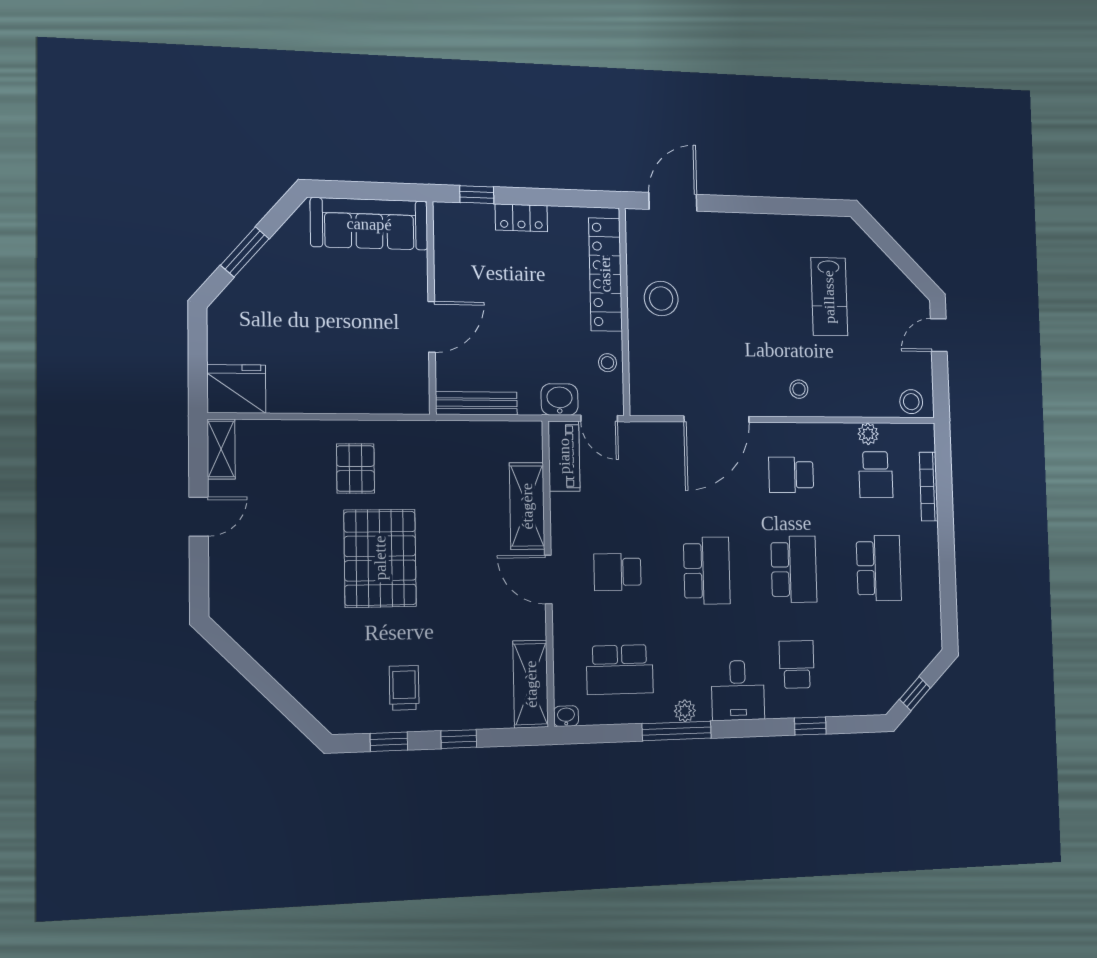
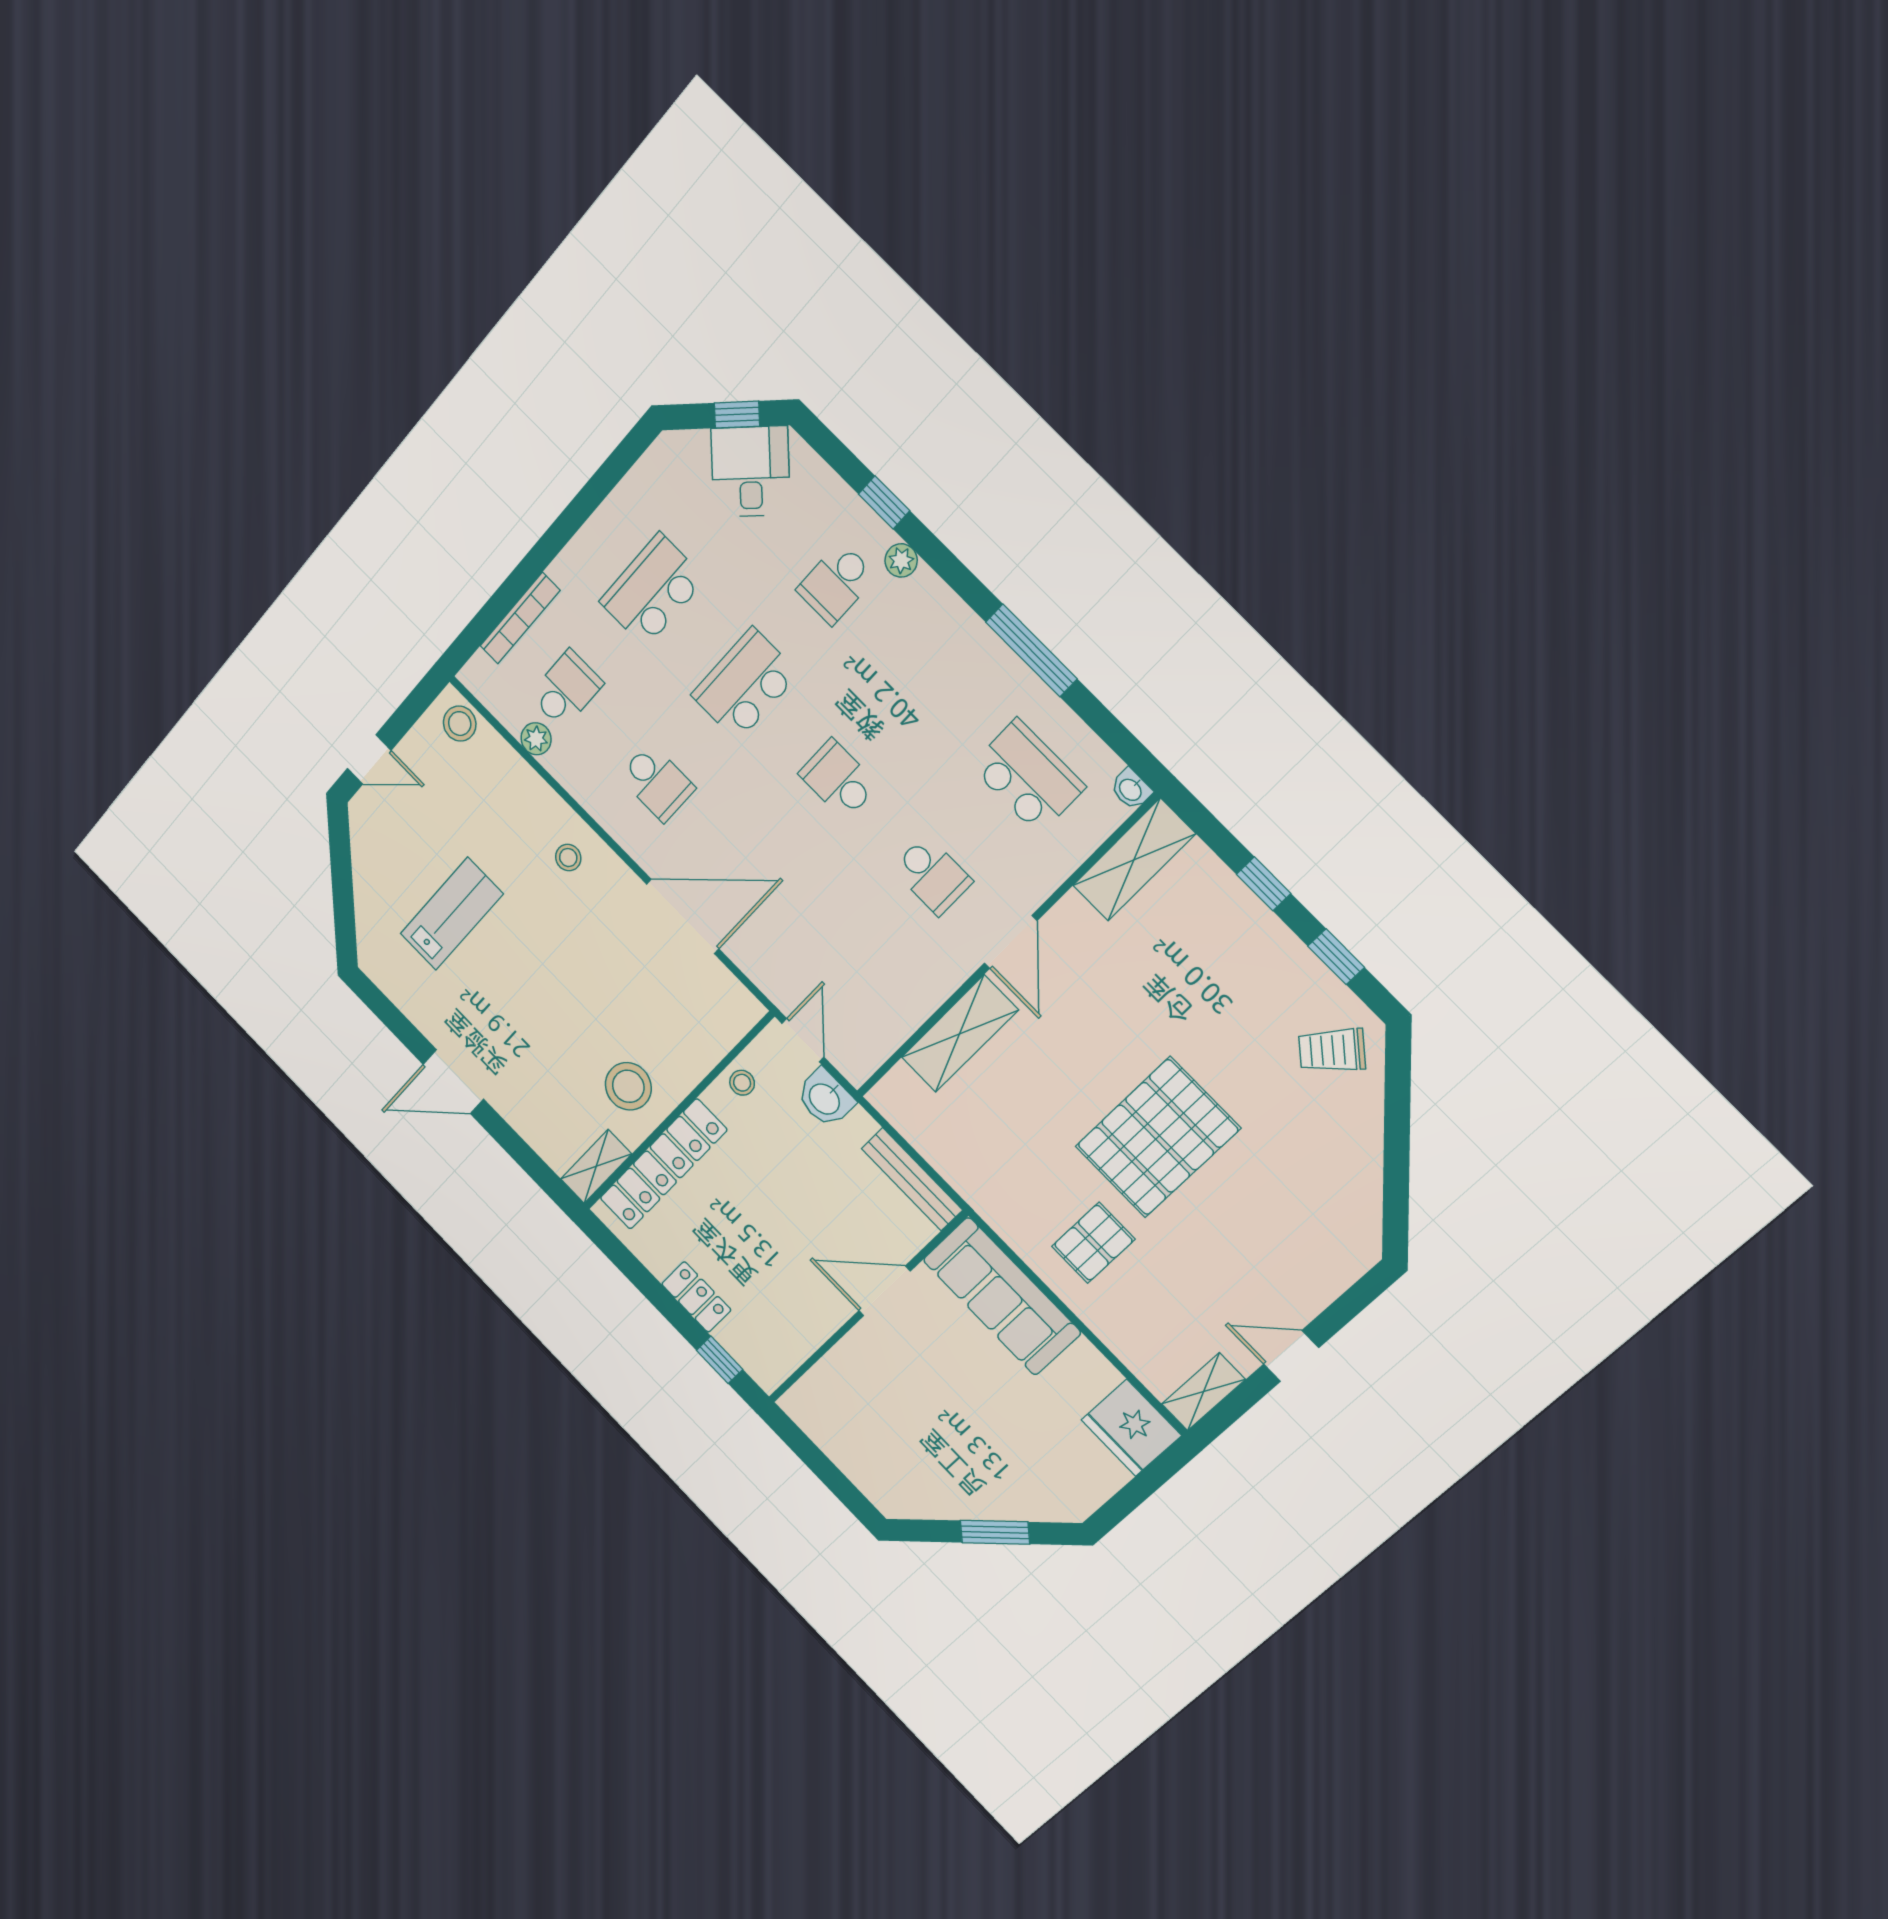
door: (673, 202) -> (453, 1082), moved
sofa: (369, 224) -> (1002, 1296), moved, turned 180
shelving: (637, 236) -> (596, 1166), added
piano: (564, 456) -> (875, 1042), removed
school desk: (707, 571) -> (838, 779), width x0.54
trolley: (404, 688) -> (1332, 1050), moved, turned 40
desk: (738, 690) -> (750, 471), moved, turned -45
plant: (685, 711) -> (901, 560), moved

